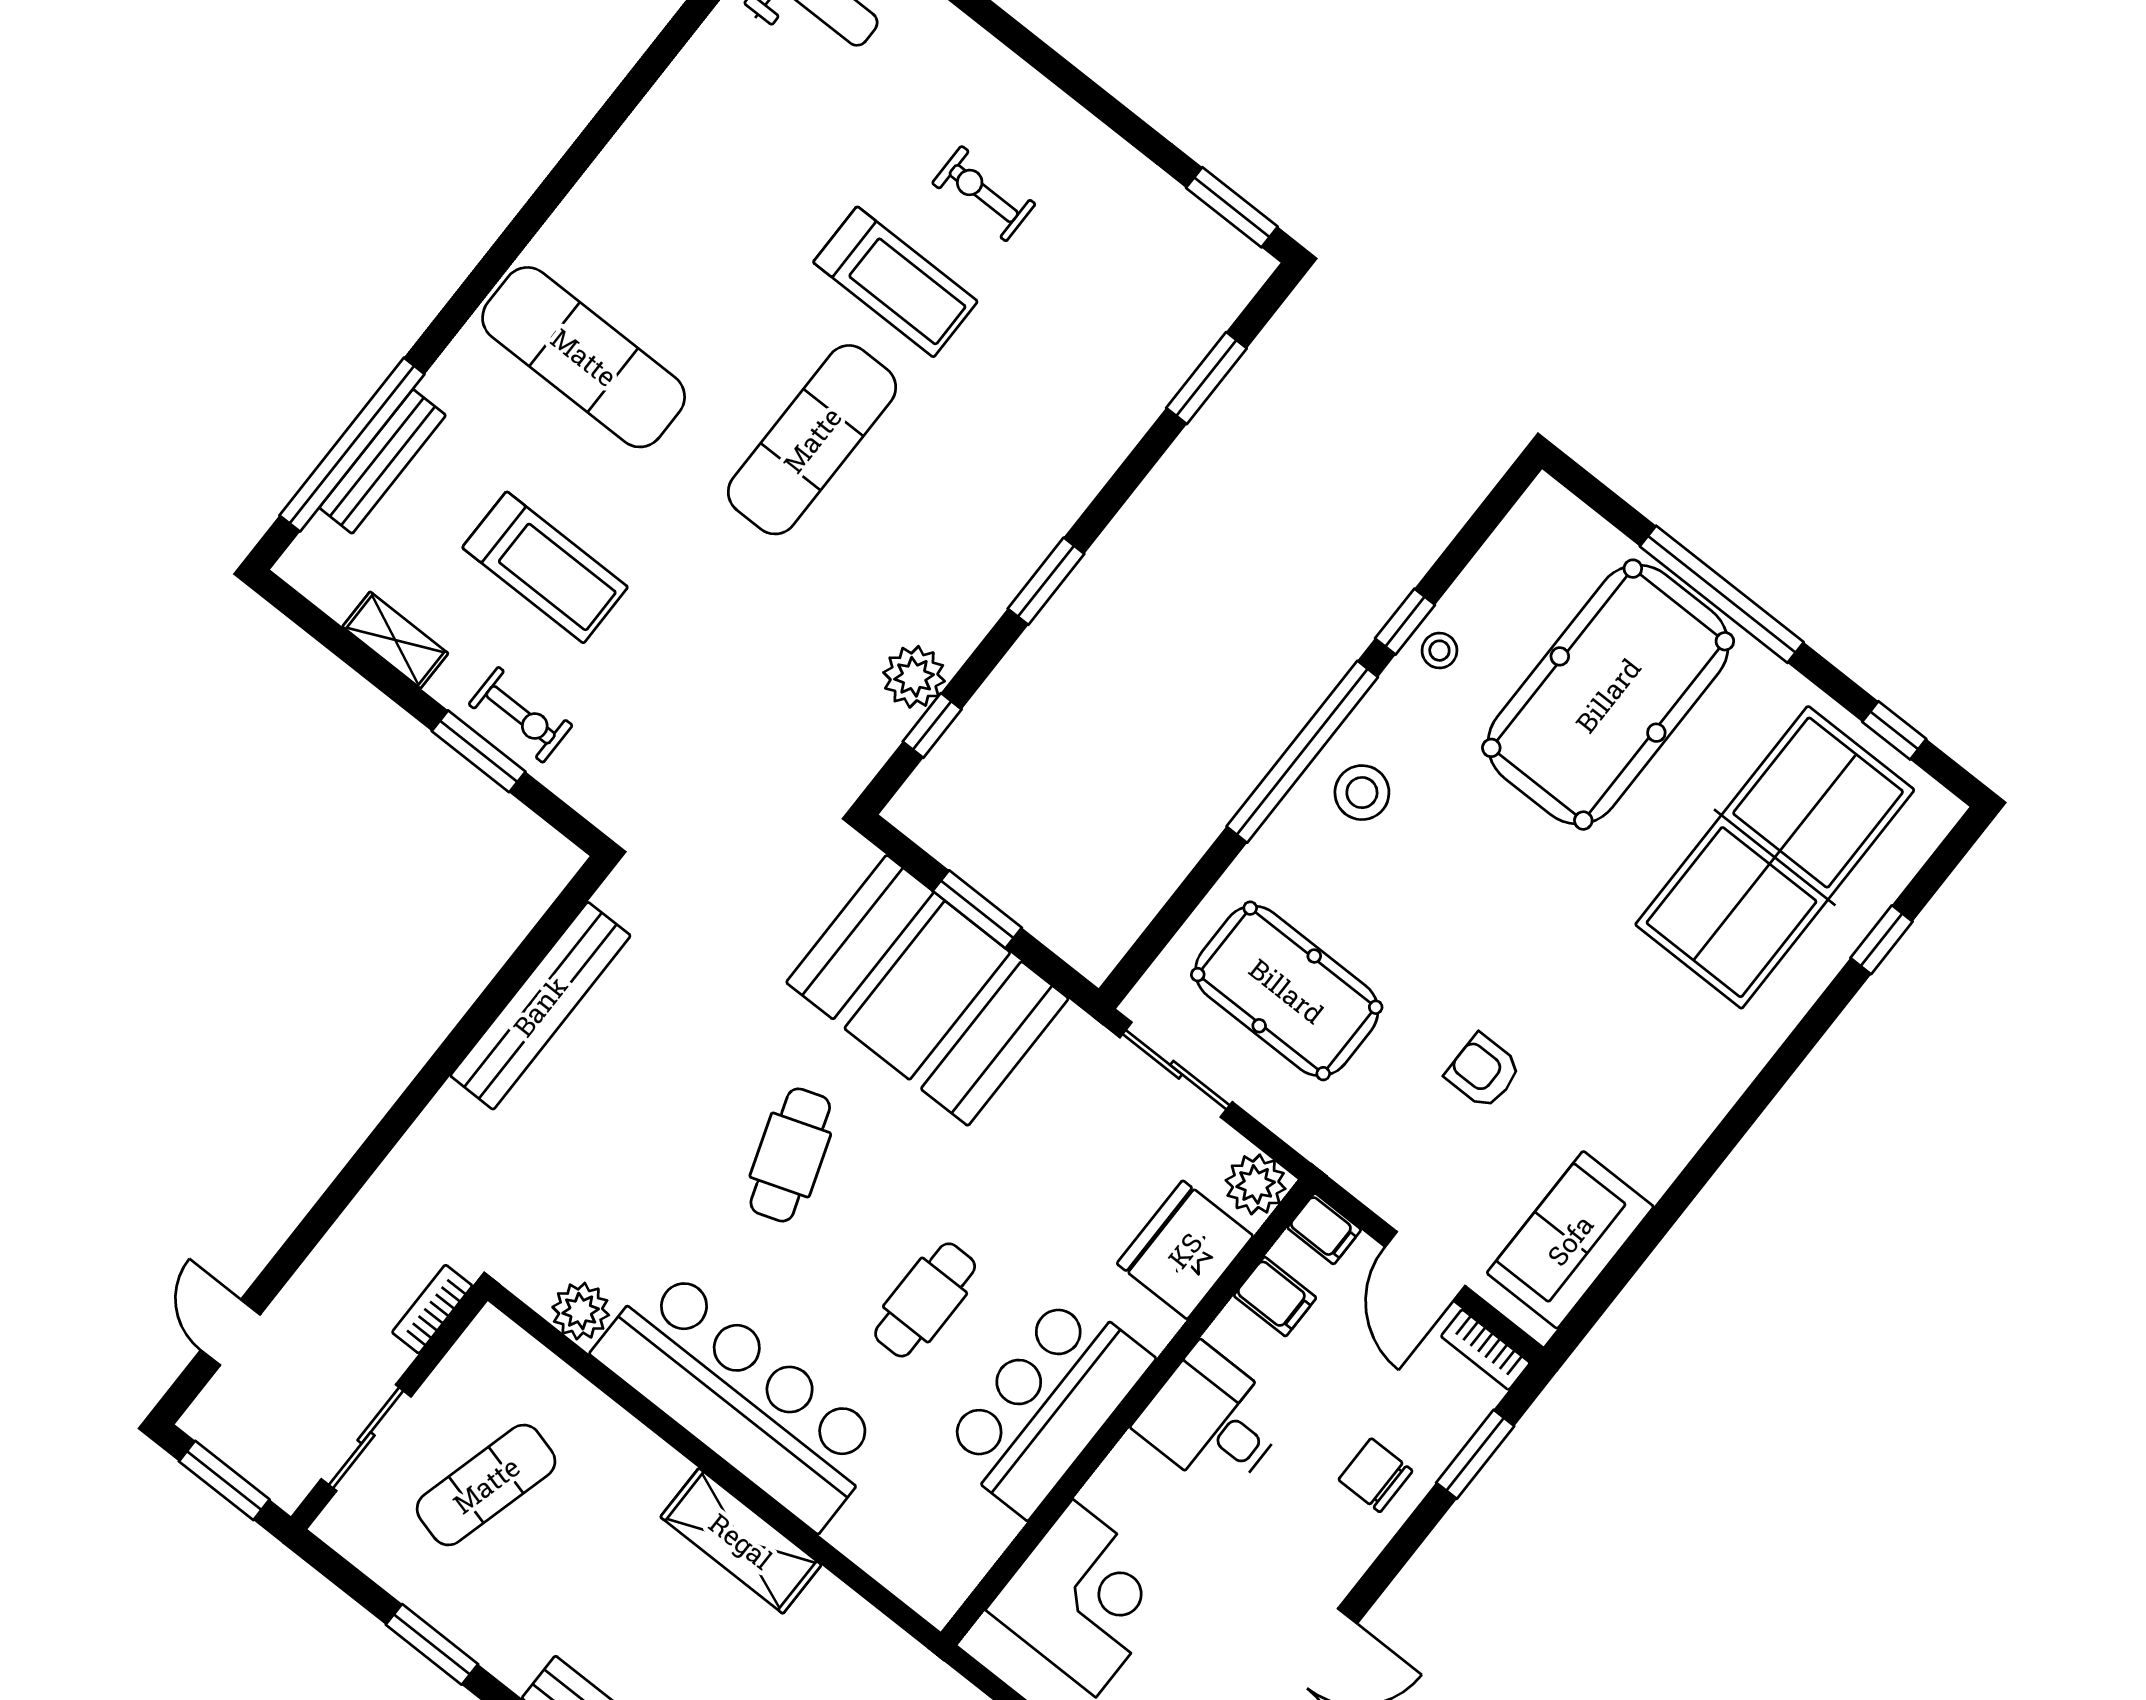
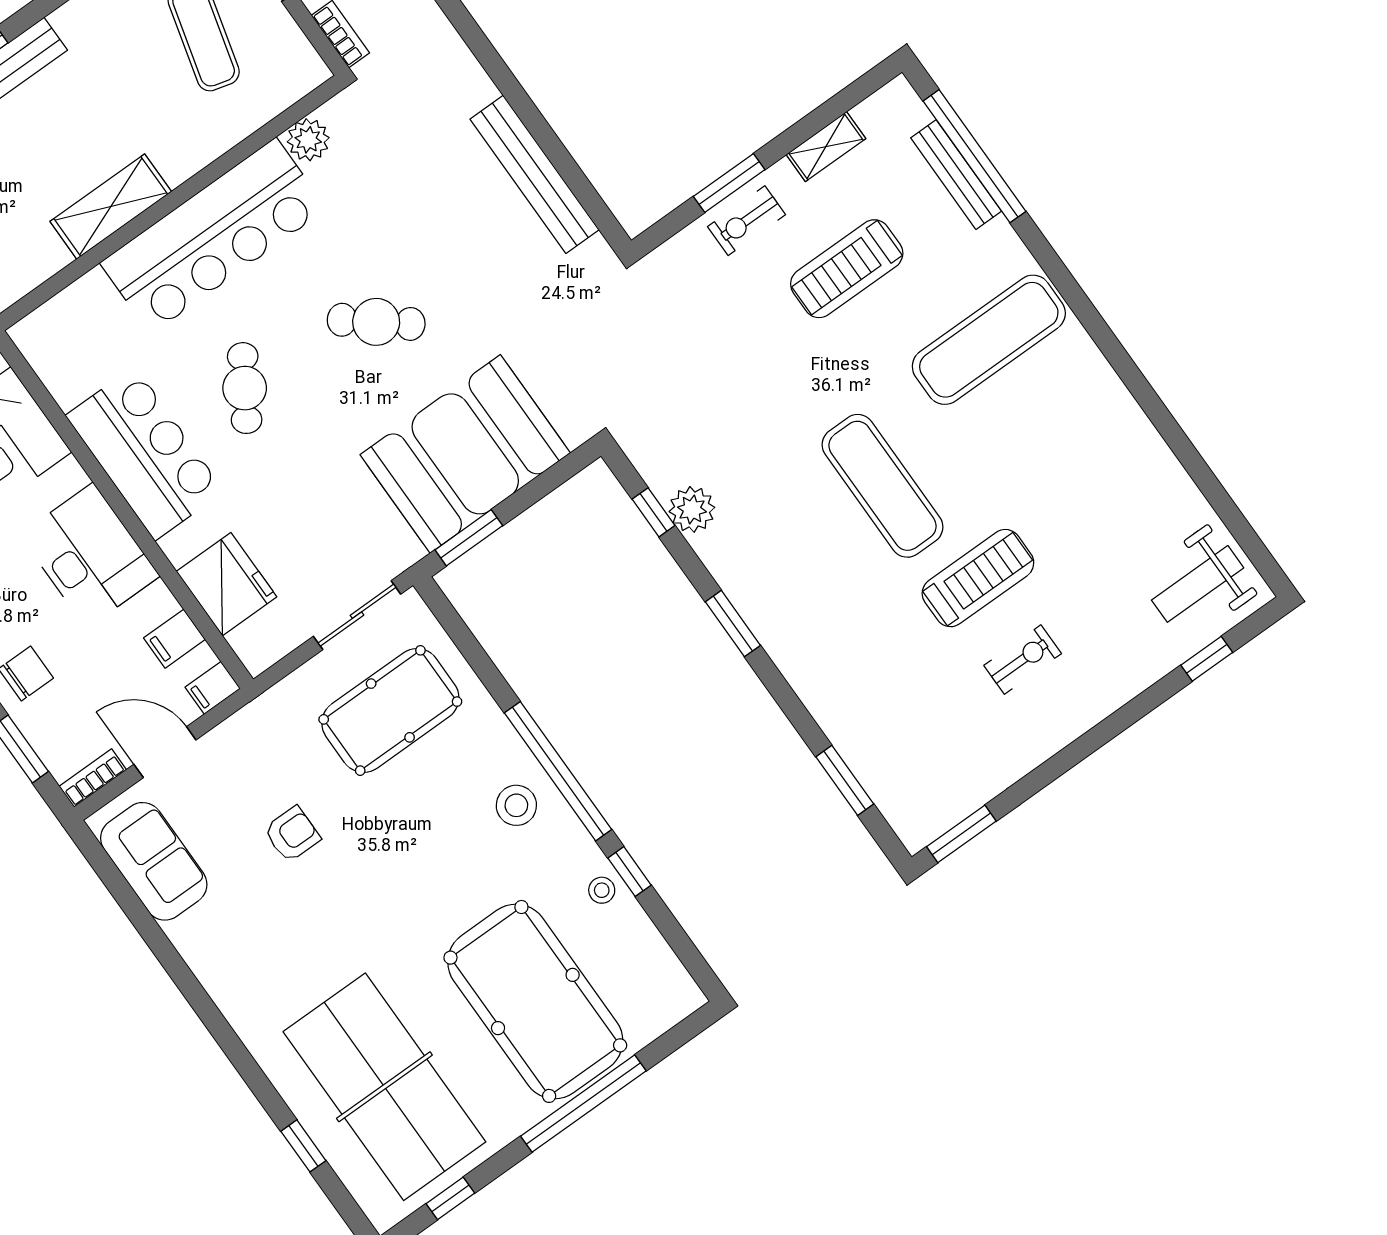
treadmill: (895, 282) -> (978, 578), turned 180
window: (977, 909) -> (469, 538), moved
cafe table: (790, 1155) -> (376, 322), turned -32
plant: (1256, 1184) -> (259, 648), removed
cafe table: (925, 1300) -> (245, 388), turned 32
desk: (1212, 1421) -> (90, 555), width x1.37

